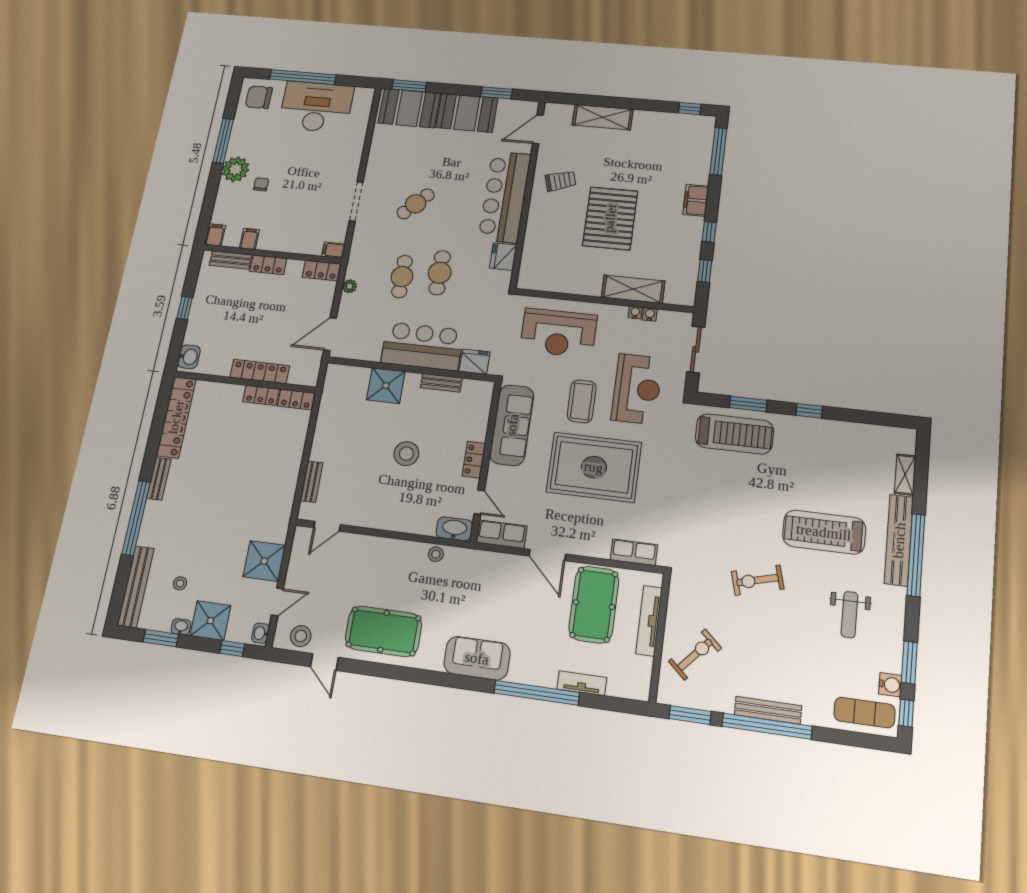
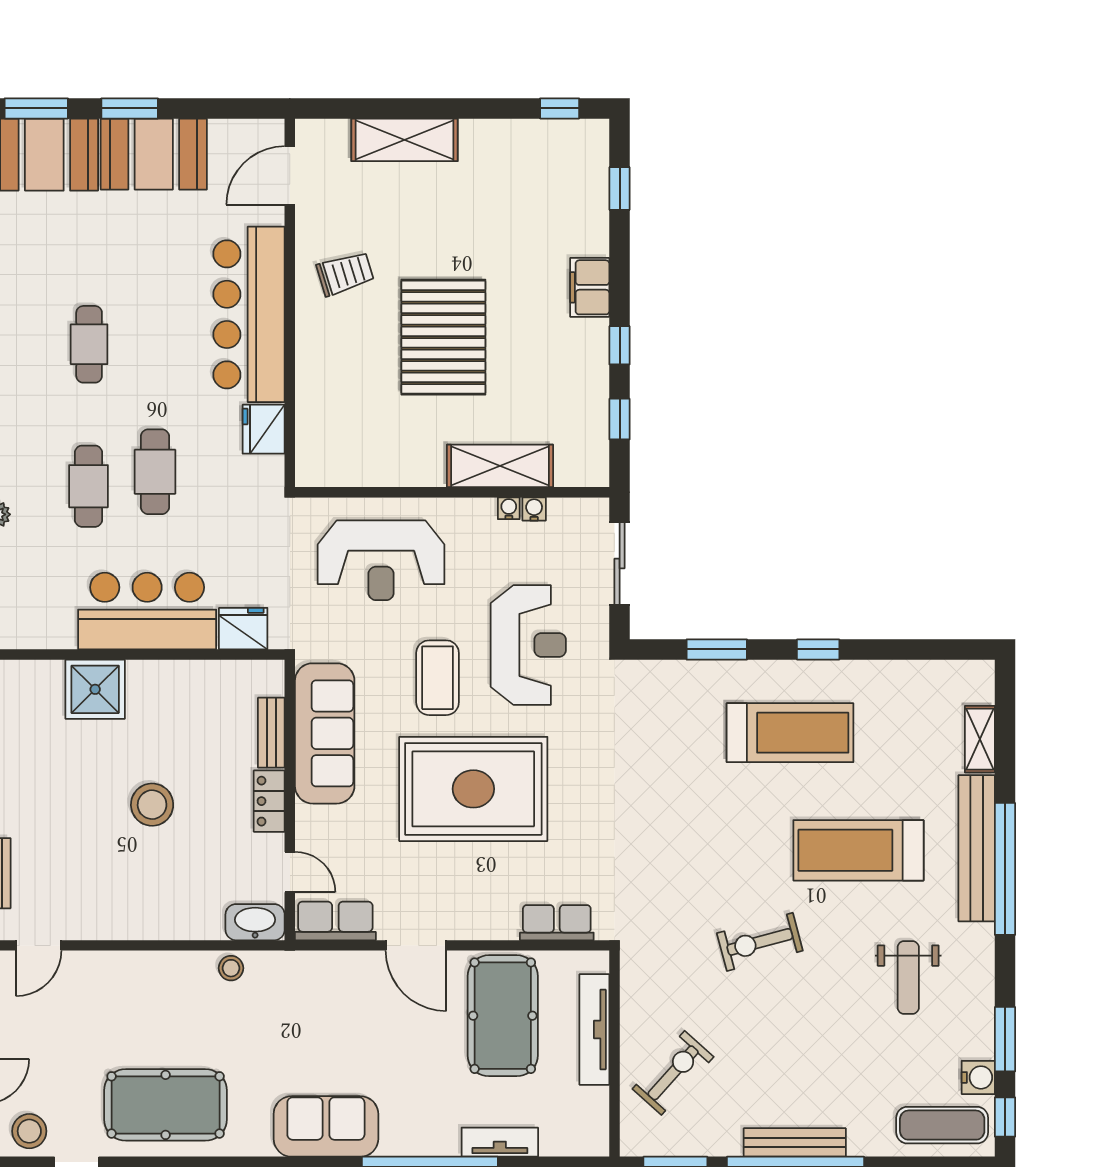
window: (497, 93) -> (130, 108), moved
window: (718, 151) -> (620, 188), width x0.46
cafe table: (416, 204) -> (89, 344), turned -44
bench: (441, 383) -> (271, 733), moved, turned 90
treadmill: (734, 434) -> (790, 733), moved

